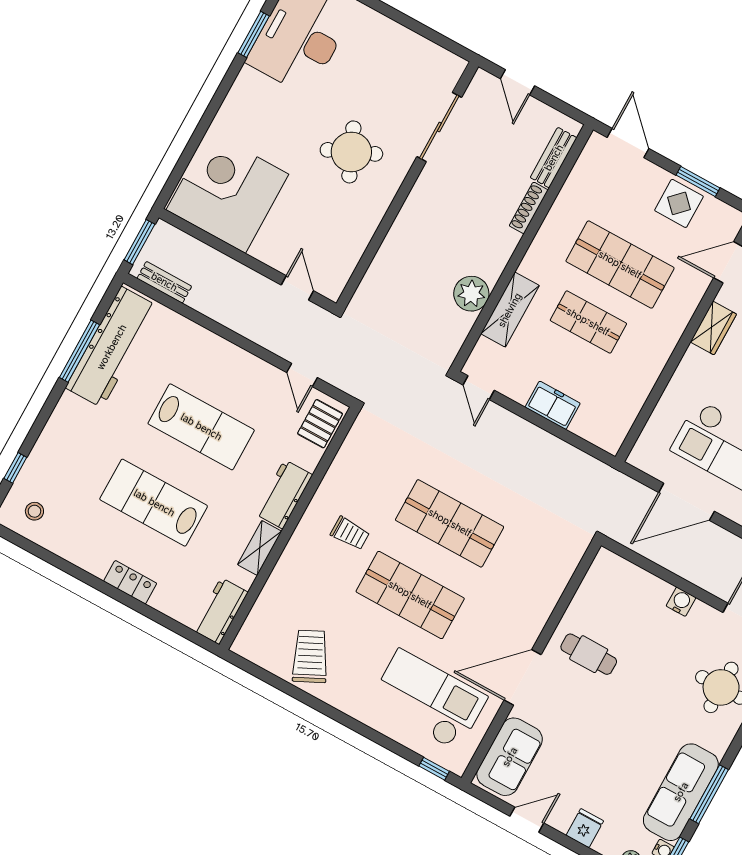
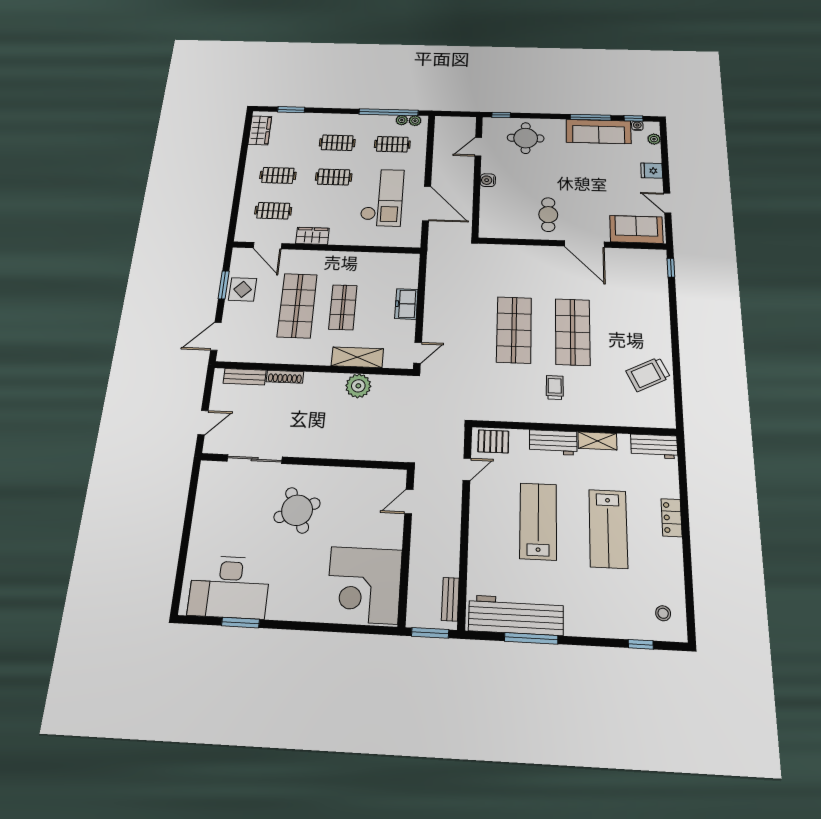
checkout: (428, 700) -> (631, 291), removed

